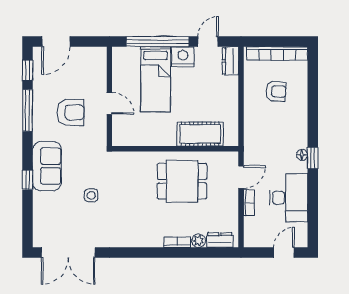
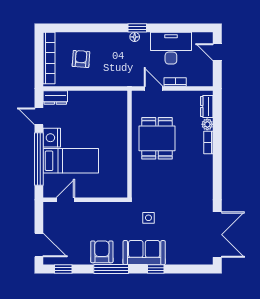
door: (109, 103) -> (65, 200), moved
window: (27, 110) -> (111, 269), moved
armchair: (71, 112) -> (102, 252), moved
cot: (200, 134) -> (117, 123), removed
side table: (91, 195) -> (148, 218), moved

